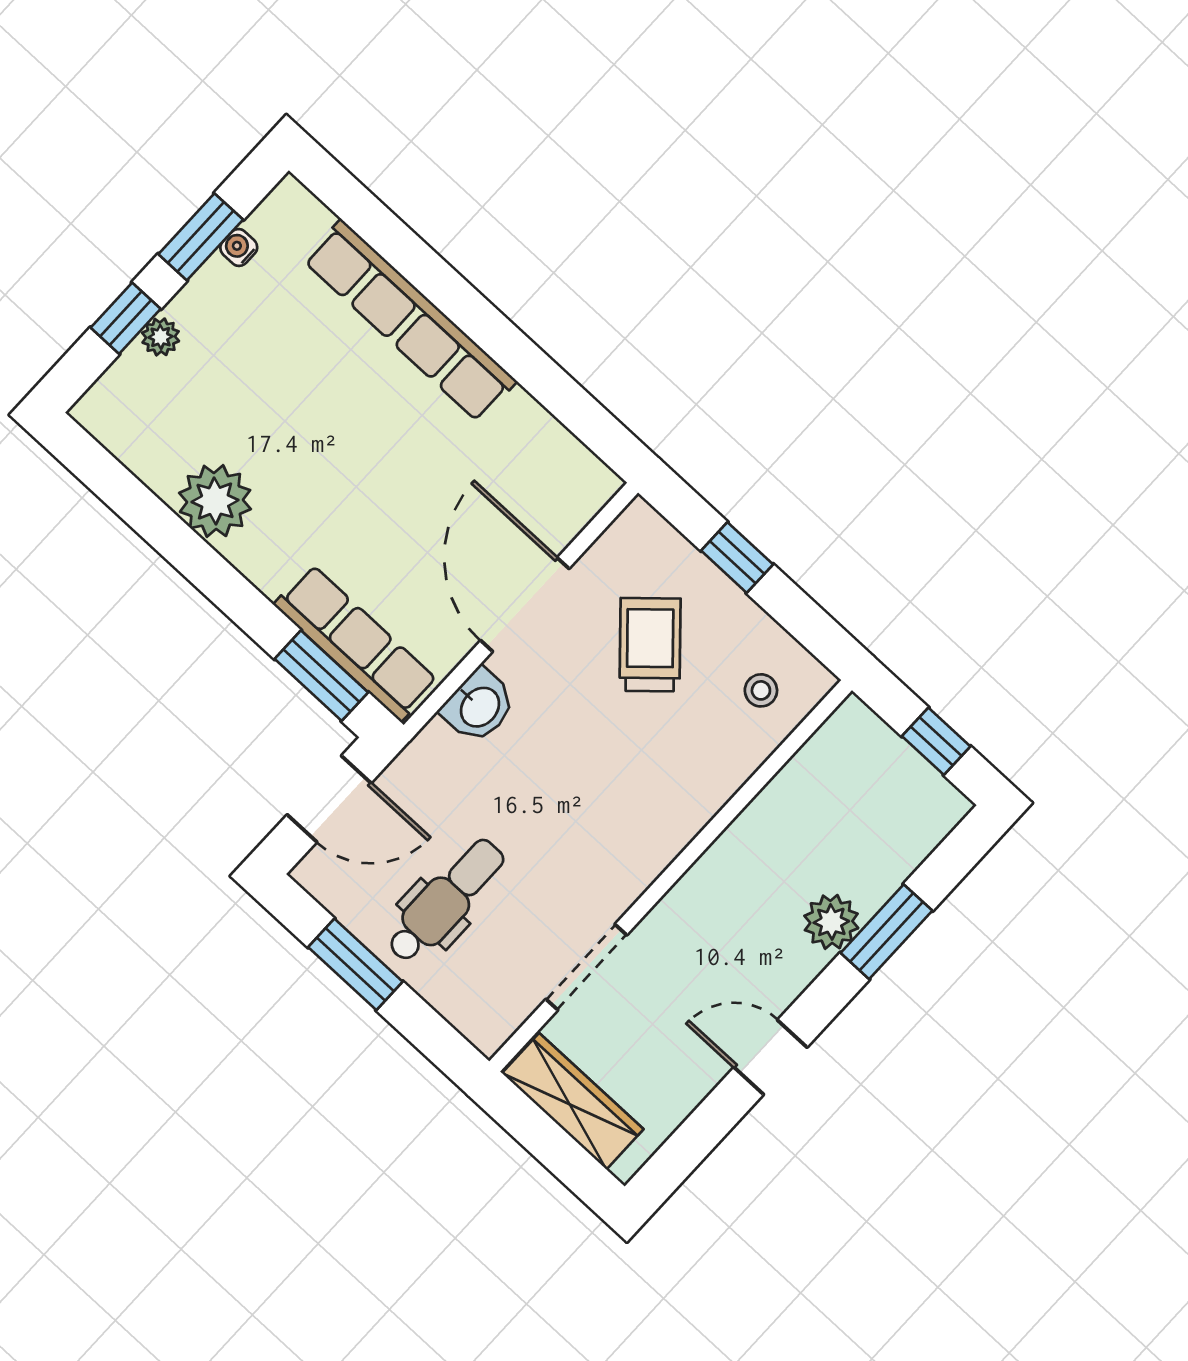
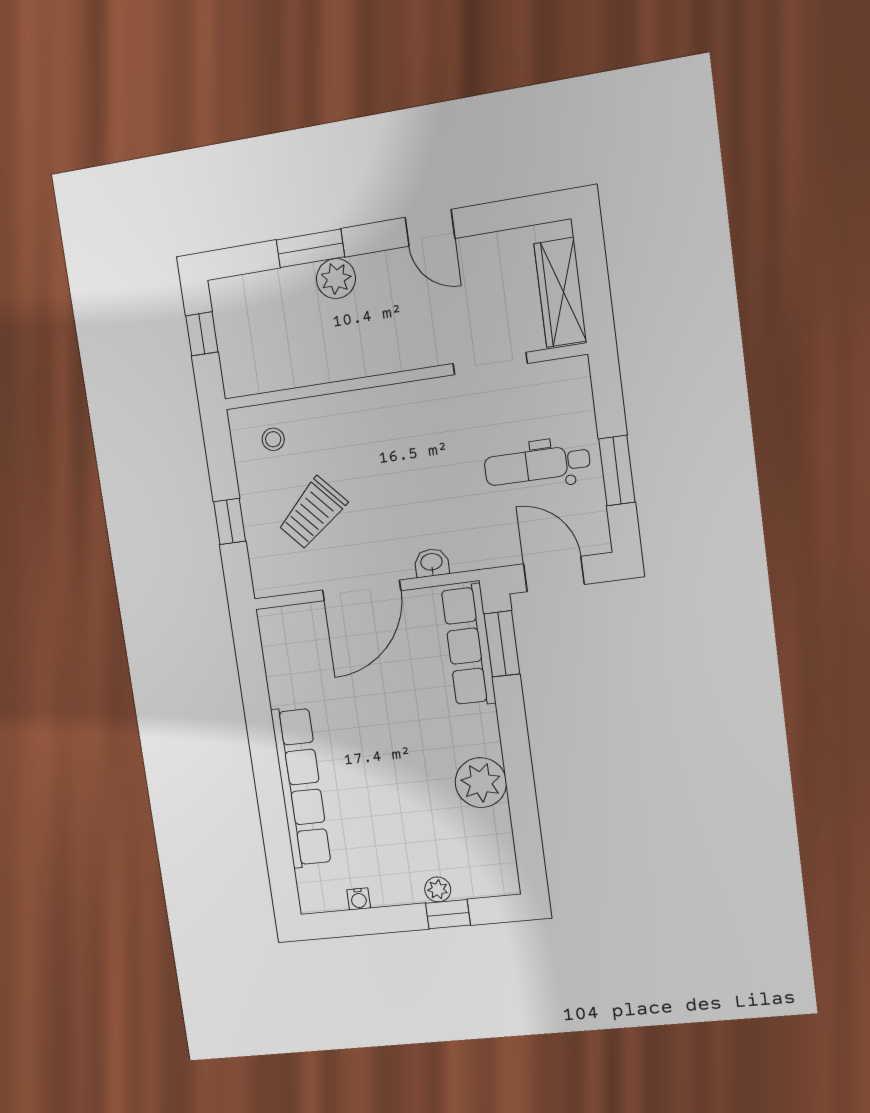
window: (201, 237) -> (374, 921), removed
washbasin: (479, 706) -> (432, 563), width x0.72, depth x0.69

